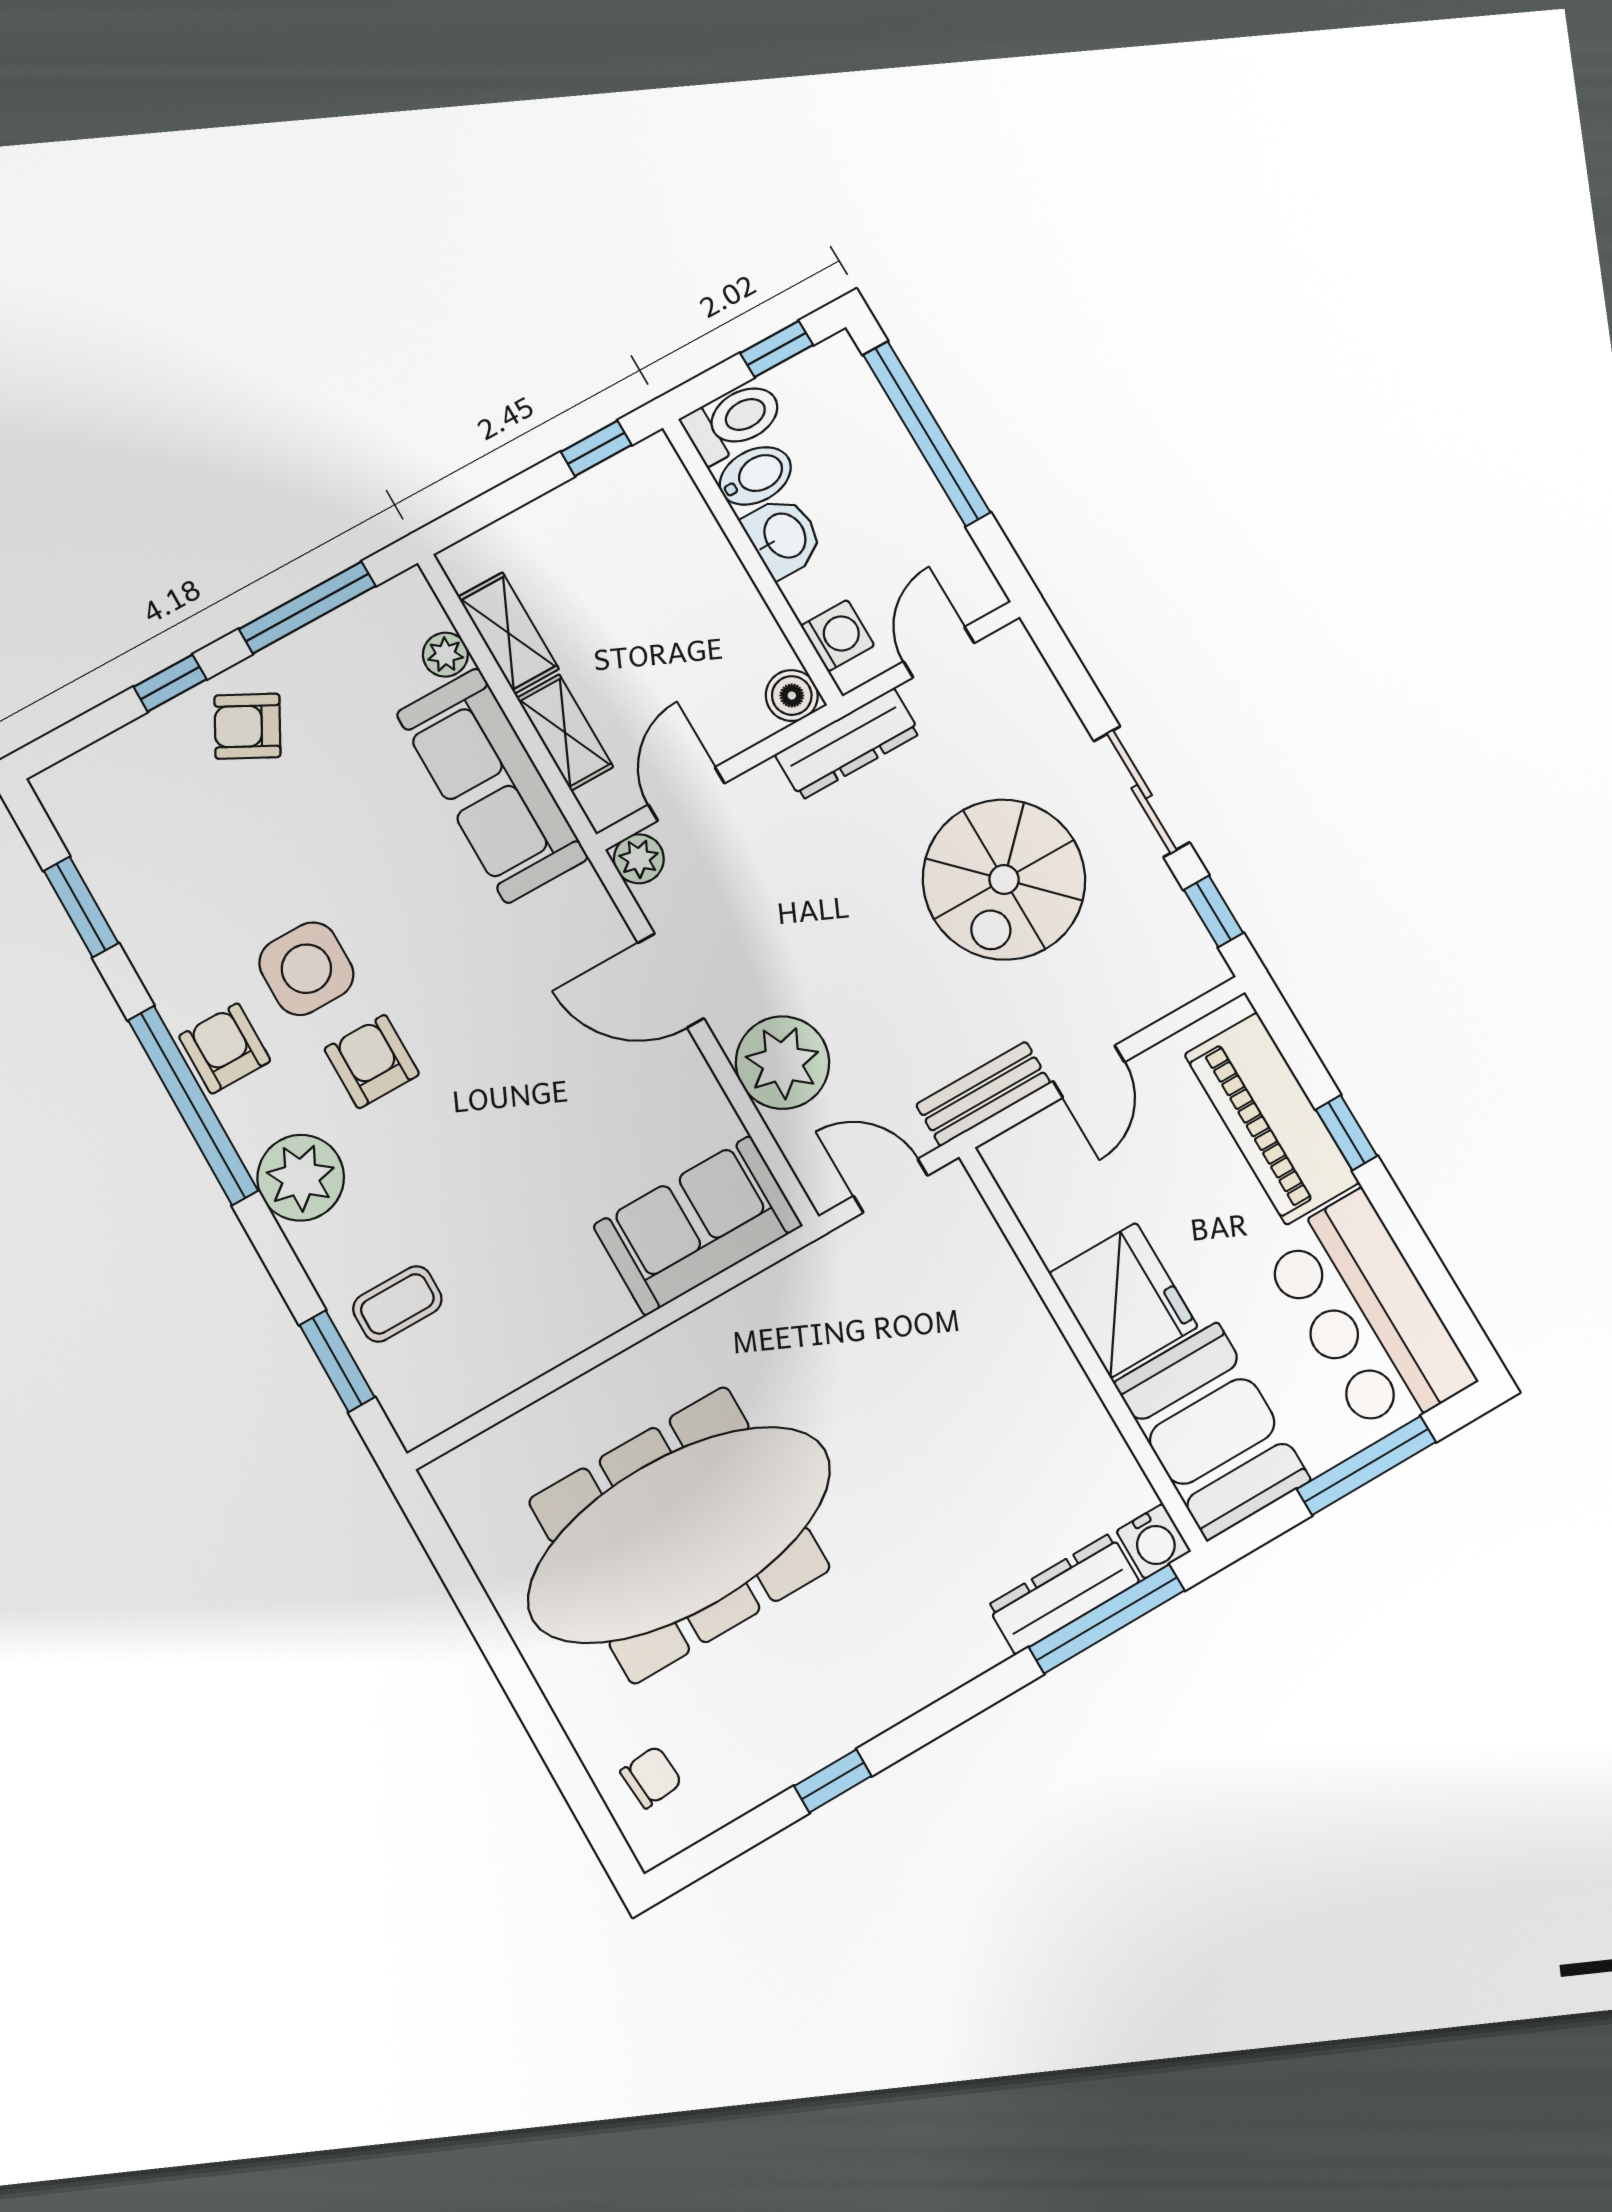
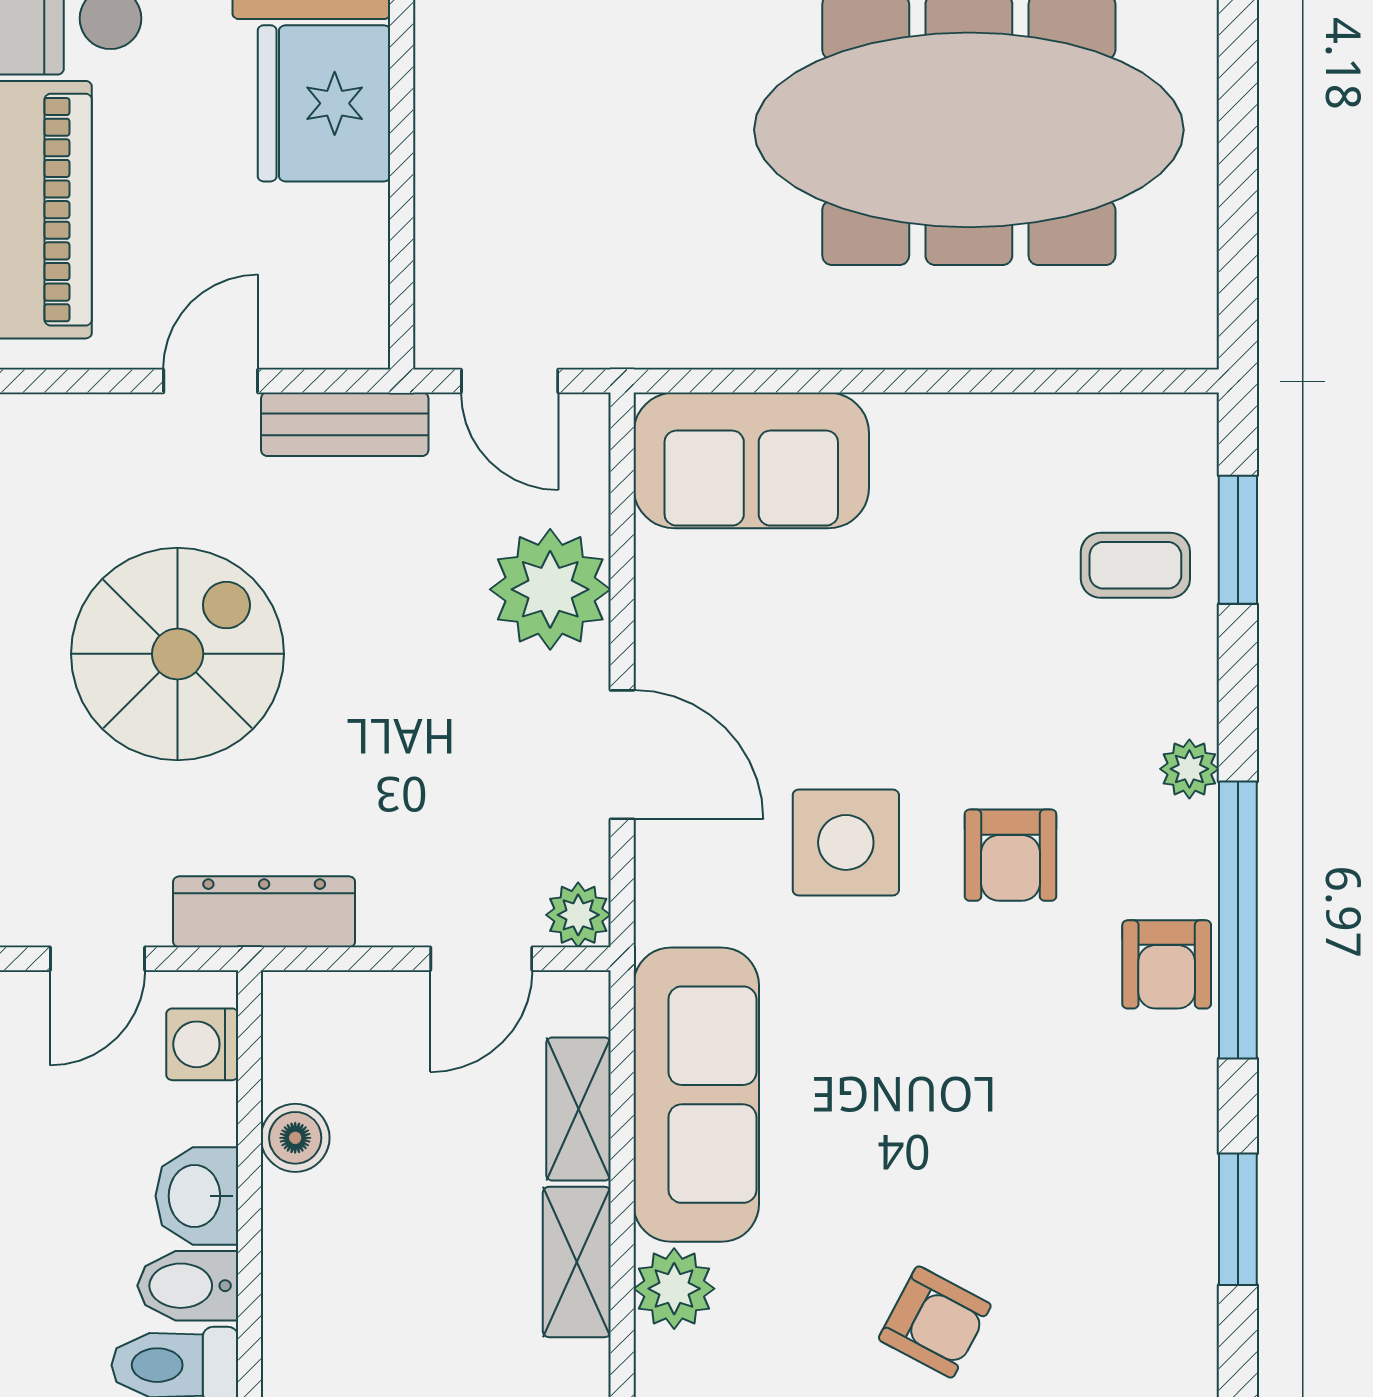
plant: (445, 655) -> (674, 1289), width x1.38, depth x1.38
boiler: (792, 696) -> (295, 1138), moved
side table: (306, 969) -> (846, 842), moved
plant: (301, 1178) -> (1189, 769), width x0.53, depth x0.53

